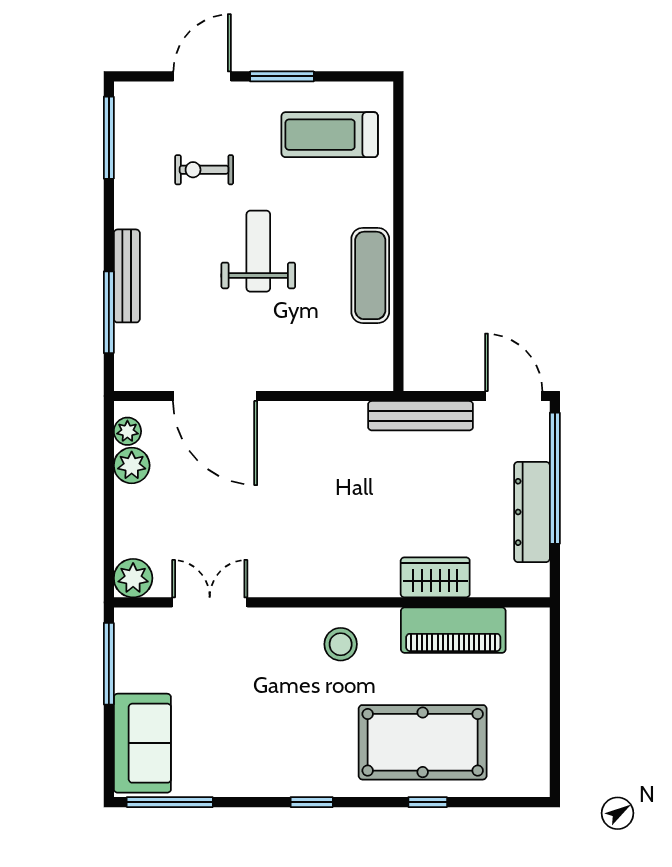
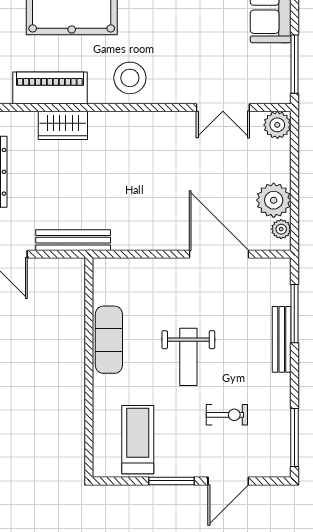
treadmill: (330, 135) -> (138, 440), turned -90
plant: (132, 465) -> (274, 200), width x1.36, depth x1.36
stool: (341, 644) -> (130, 78), width x1.38, depth x1.38

